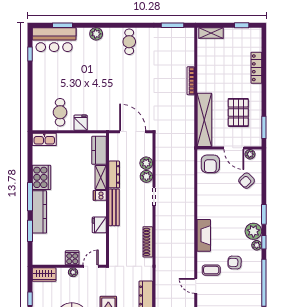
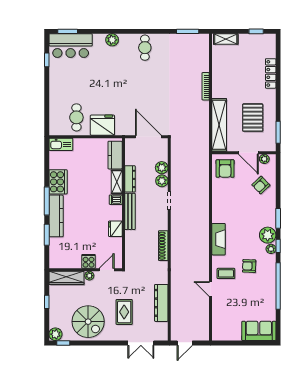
window: (63, 25) -> (68, 31), moved
fridge: (81, 123) -> (102, 125), width x1.88, depth x1.34
wardrobe: (44, 275) -> (66, 278), width x1.50

